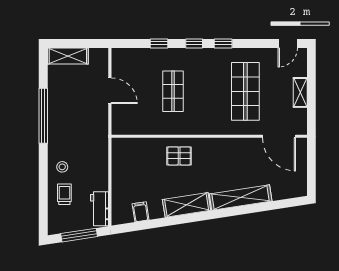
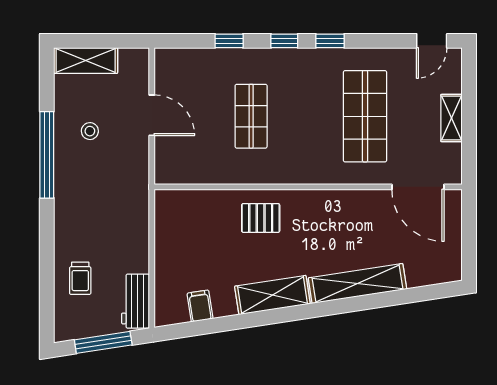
stool: (62, 167) -> (90, 131), moved
trolley: (64, 194) -> (80, 278), turned 180

